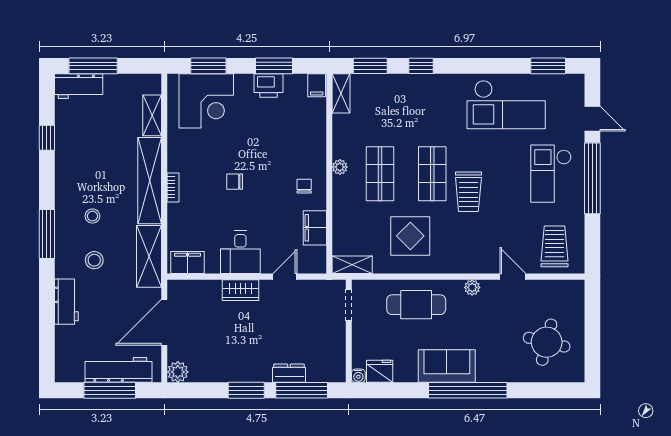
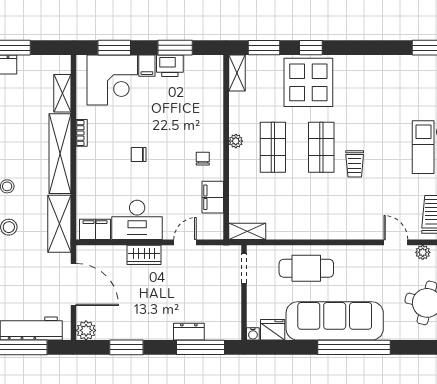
filing cabinet: (317, 85) -> (147, 66), moved
checkout: (506, 105) -> (389, 83), removed
bookcase: (173, 187) -> (82, 133), moved
trolley: (468, 192) -> (355, 164), width x0.73, depth x0.72
display table: (410, 236) -> (308, 82), moved, width x1.36, depth x1.36
desk: (240, 252) -> (137, 220), width x1.37
plant: (472, 287) -> (423, 252), moved
door: (164, 322) -> (74, 285), swing flipped
sofa: (447, 366) -> (335, 321), width x1.85, depth x1.27
window: (246, 390) -> (126, 347), moved

